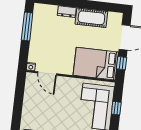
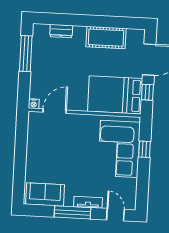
dresser: (67, 12) -> (61, 31), moved
door: (47, 73) -> (55, 111), swing flipped

